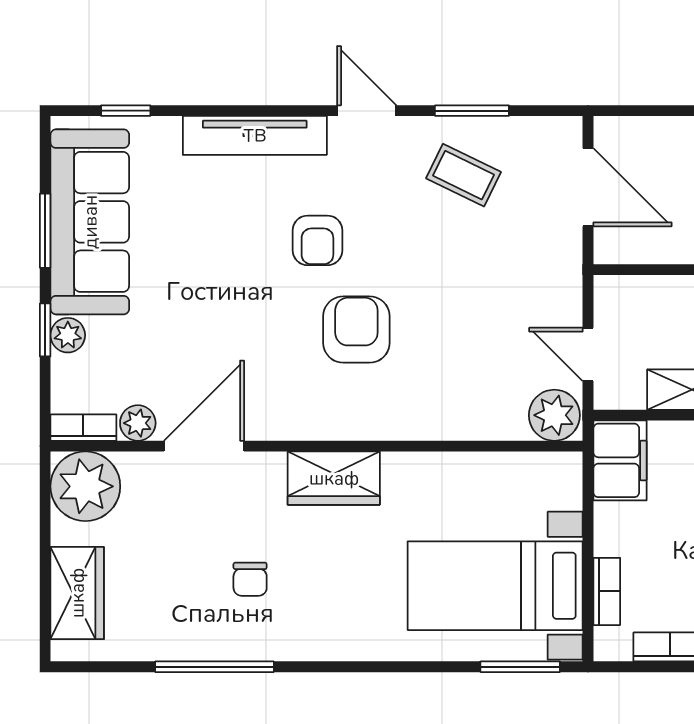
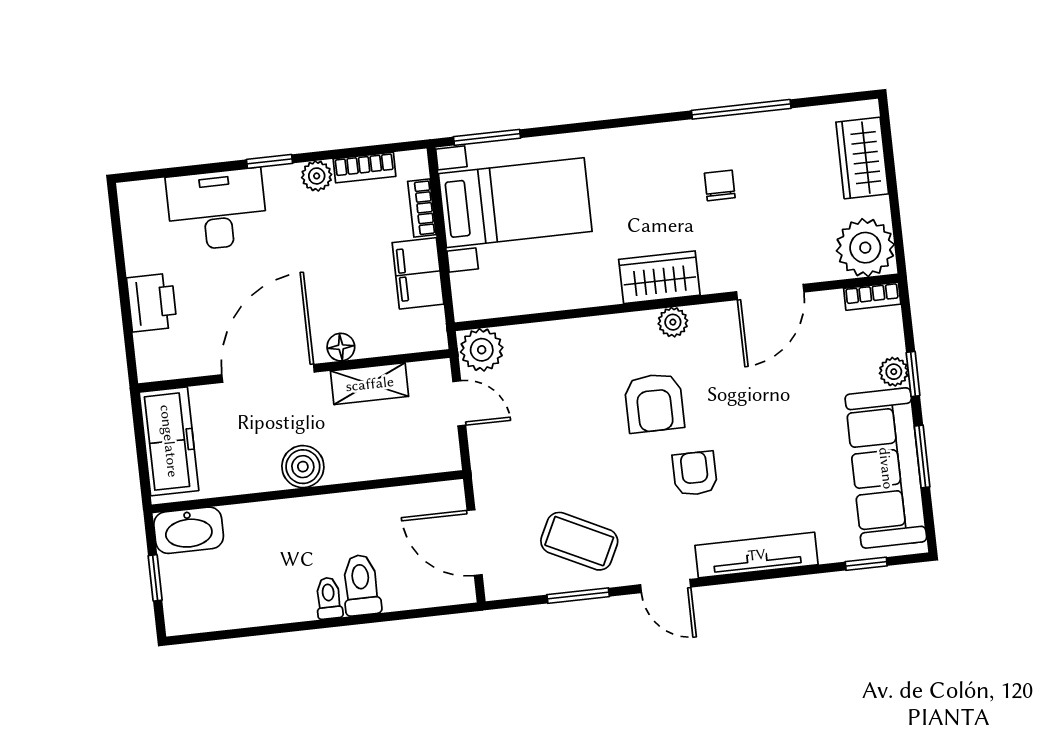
coffee table: (464, 175) -> (579, 541), width x1.36, depth x1.30
plant: (138, 423) -> (673, 322), moved
filing cabinet: (620, 460) -> (418, 273), moved

